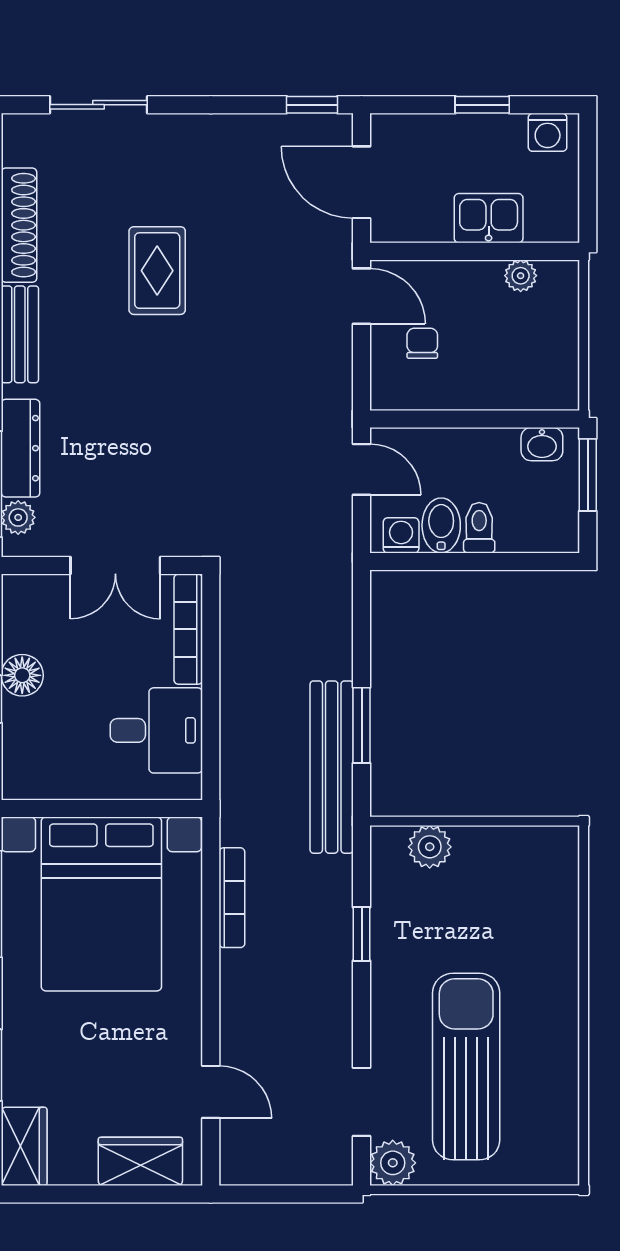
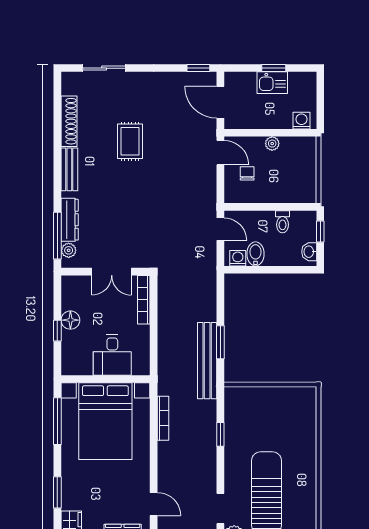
washing machine: (548, 132) -> (302, 121), moved, turned 180
kitchen sink: (489, 218) -> (272, 83), moved, turned 180
plant: (521, 276) -> (272, 144), moved
washbasin: (542, 444) -> (309, 252), moved, turned 90
window: (588, 475) -> (320, 232), width x0.67
toilet: (479, 528) -> (283, 222), moved, turned 180
desk: (156, 730) -> (112, 355), moved, turned 90
plant: (430, 847) -> (250, 396), removed

